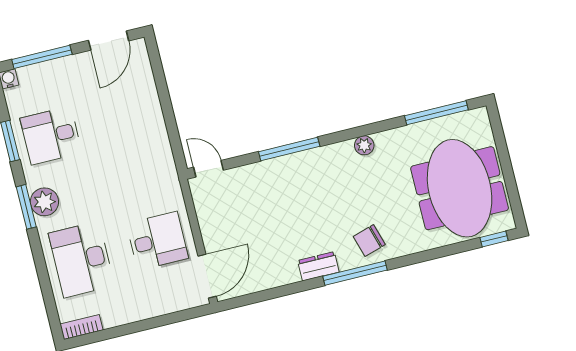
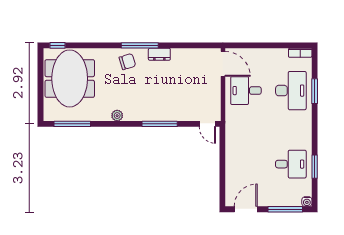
plant: (44, 202) -> (304, 128), removed
window: (26, 207) -> (315, 91), moved
door: (207, 276) -> (223, 64), swing flipped

